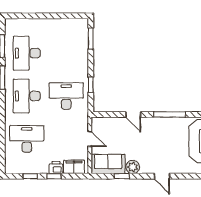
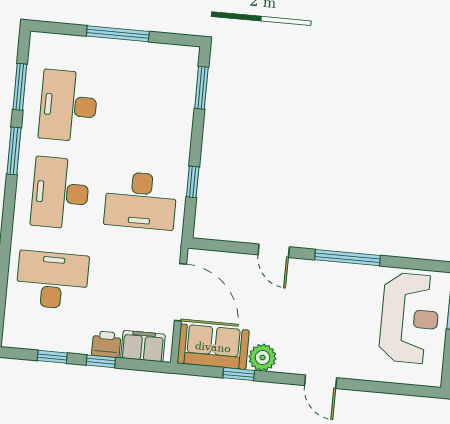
window: (48, 16) -> (118, 34), added
desk: (66, 96) -> (141, 200), turned 180
door: (90, 139) -> (180, 292), width x1.87

